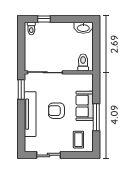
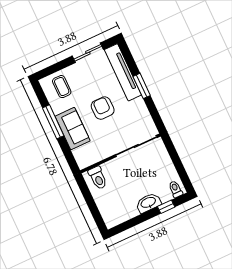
washbasin: (83, 28) -> (148, 203), moved
window: (21, 89) -> (142, 86), moved
armchair: (56, 111) -> (103, 108), turned -90
tv unit: (30, 114) -> (123, 72), moved

